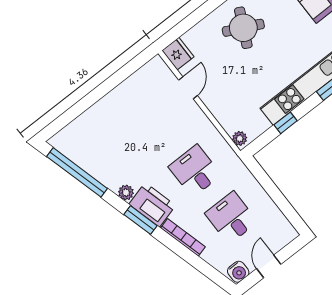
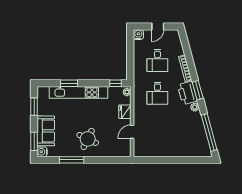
fridge: (178, 54) -> (125, 112), moved
window: (286, 123) -> (115, 83), moved
water cooler: (238, 272) -> (138, 35), moved

